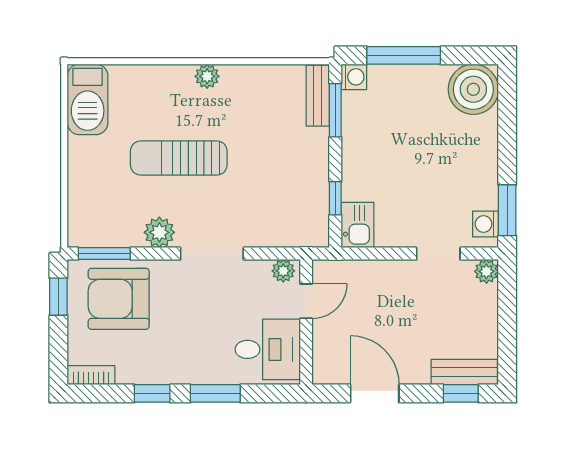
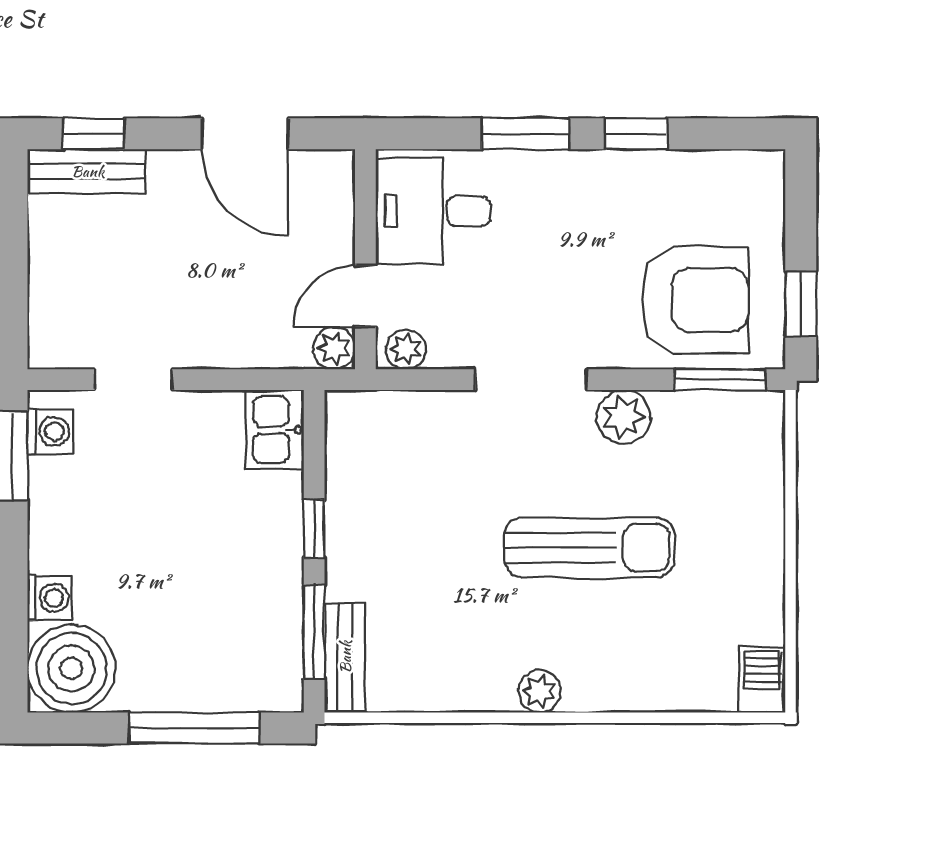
washing machine: (354, 77) -> (50, 598), moved, turned 180
barbecue: (88, 99) -> (762, 680), width x0.53, depth x0.65
window: (335, 198) -> (314, 529), moved
plant: (486, 271) -> (334, 348), moved
bookcase: (91, 375) -> (744, 166), removed

